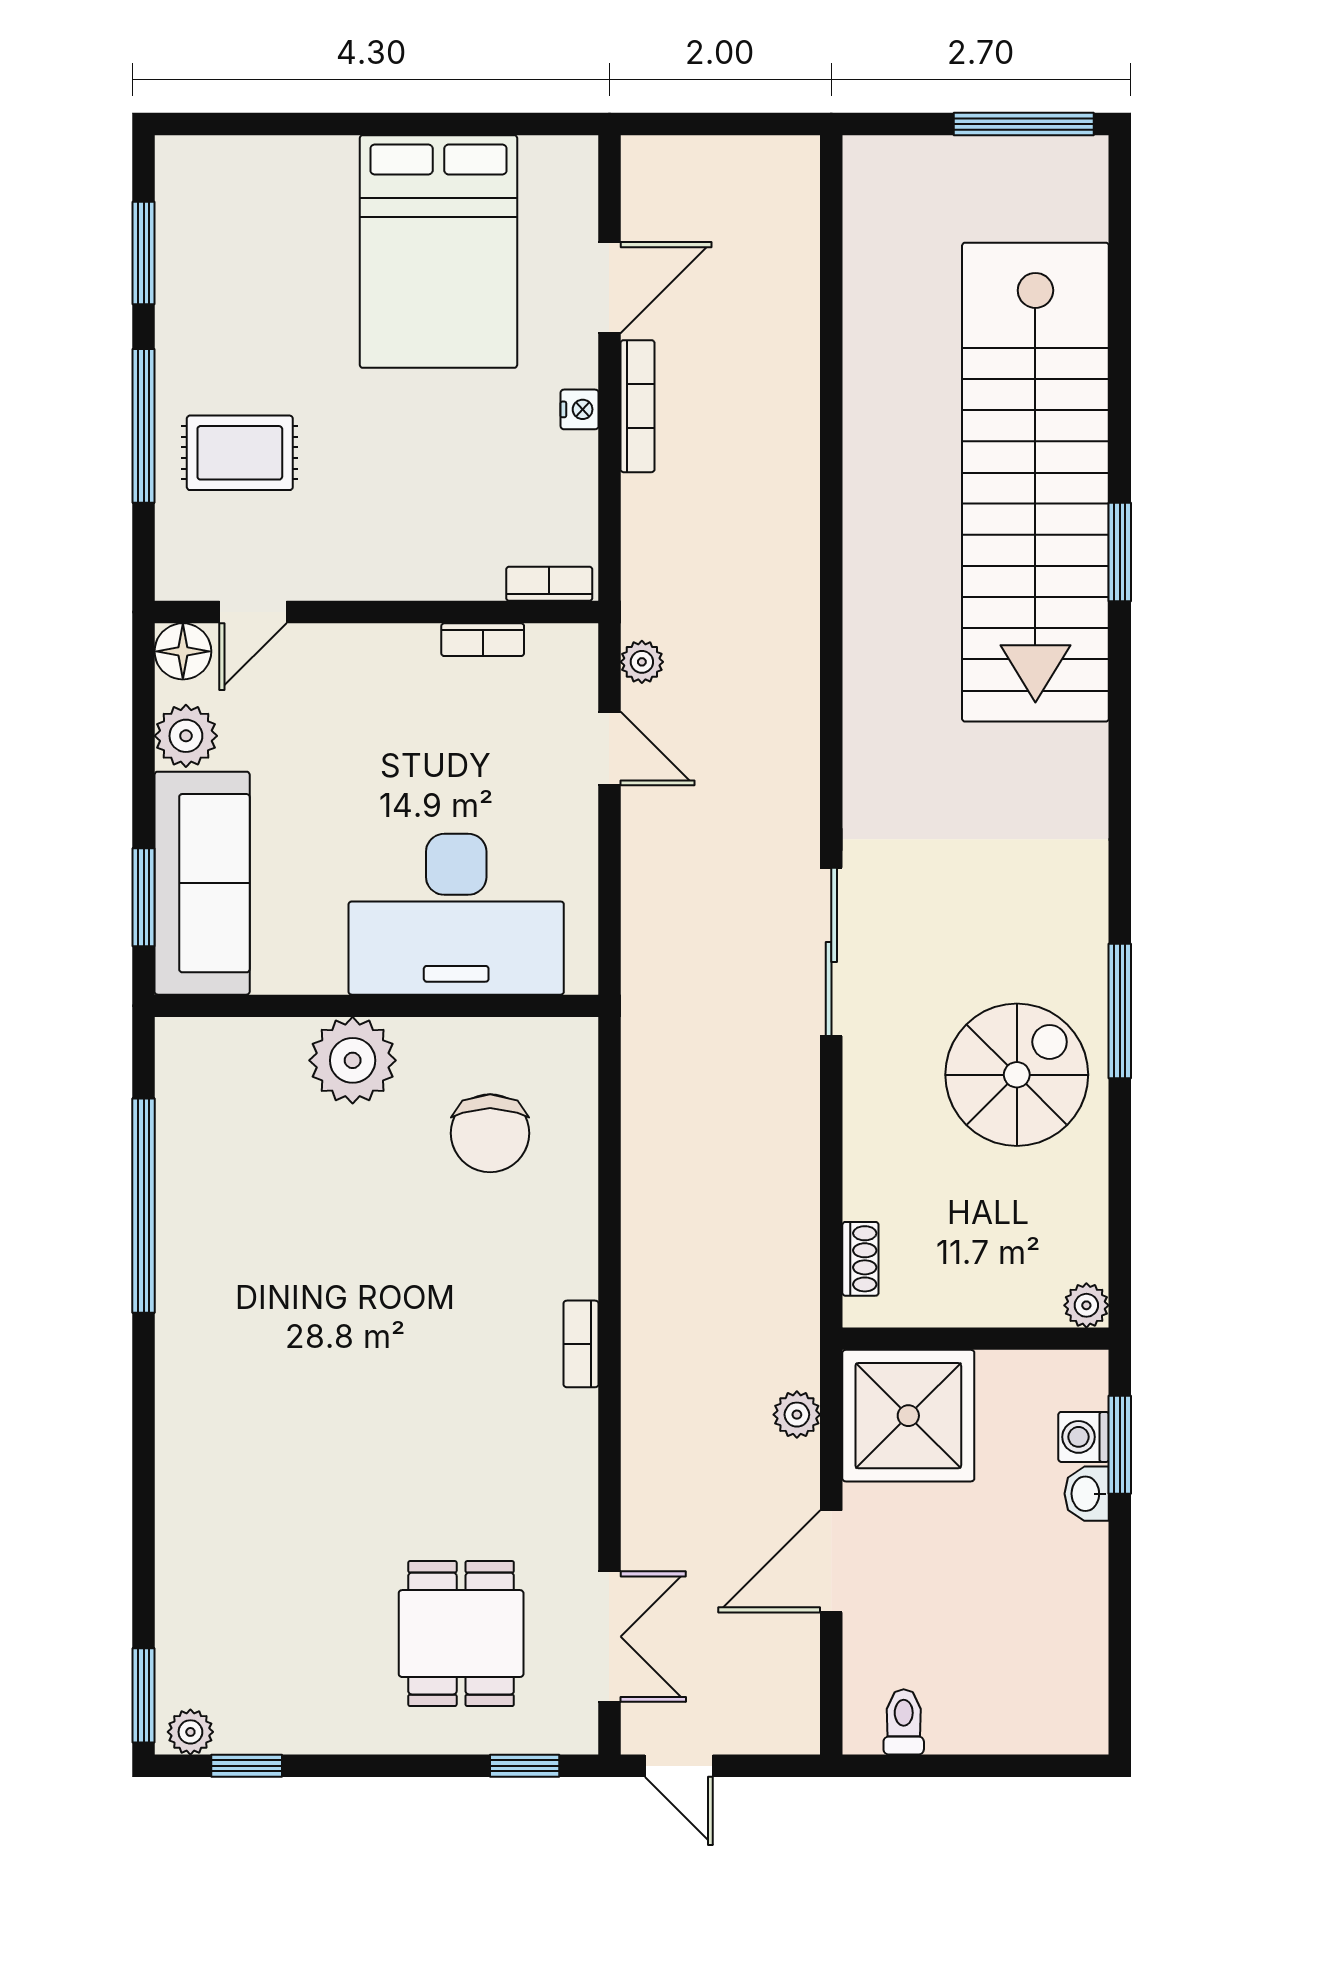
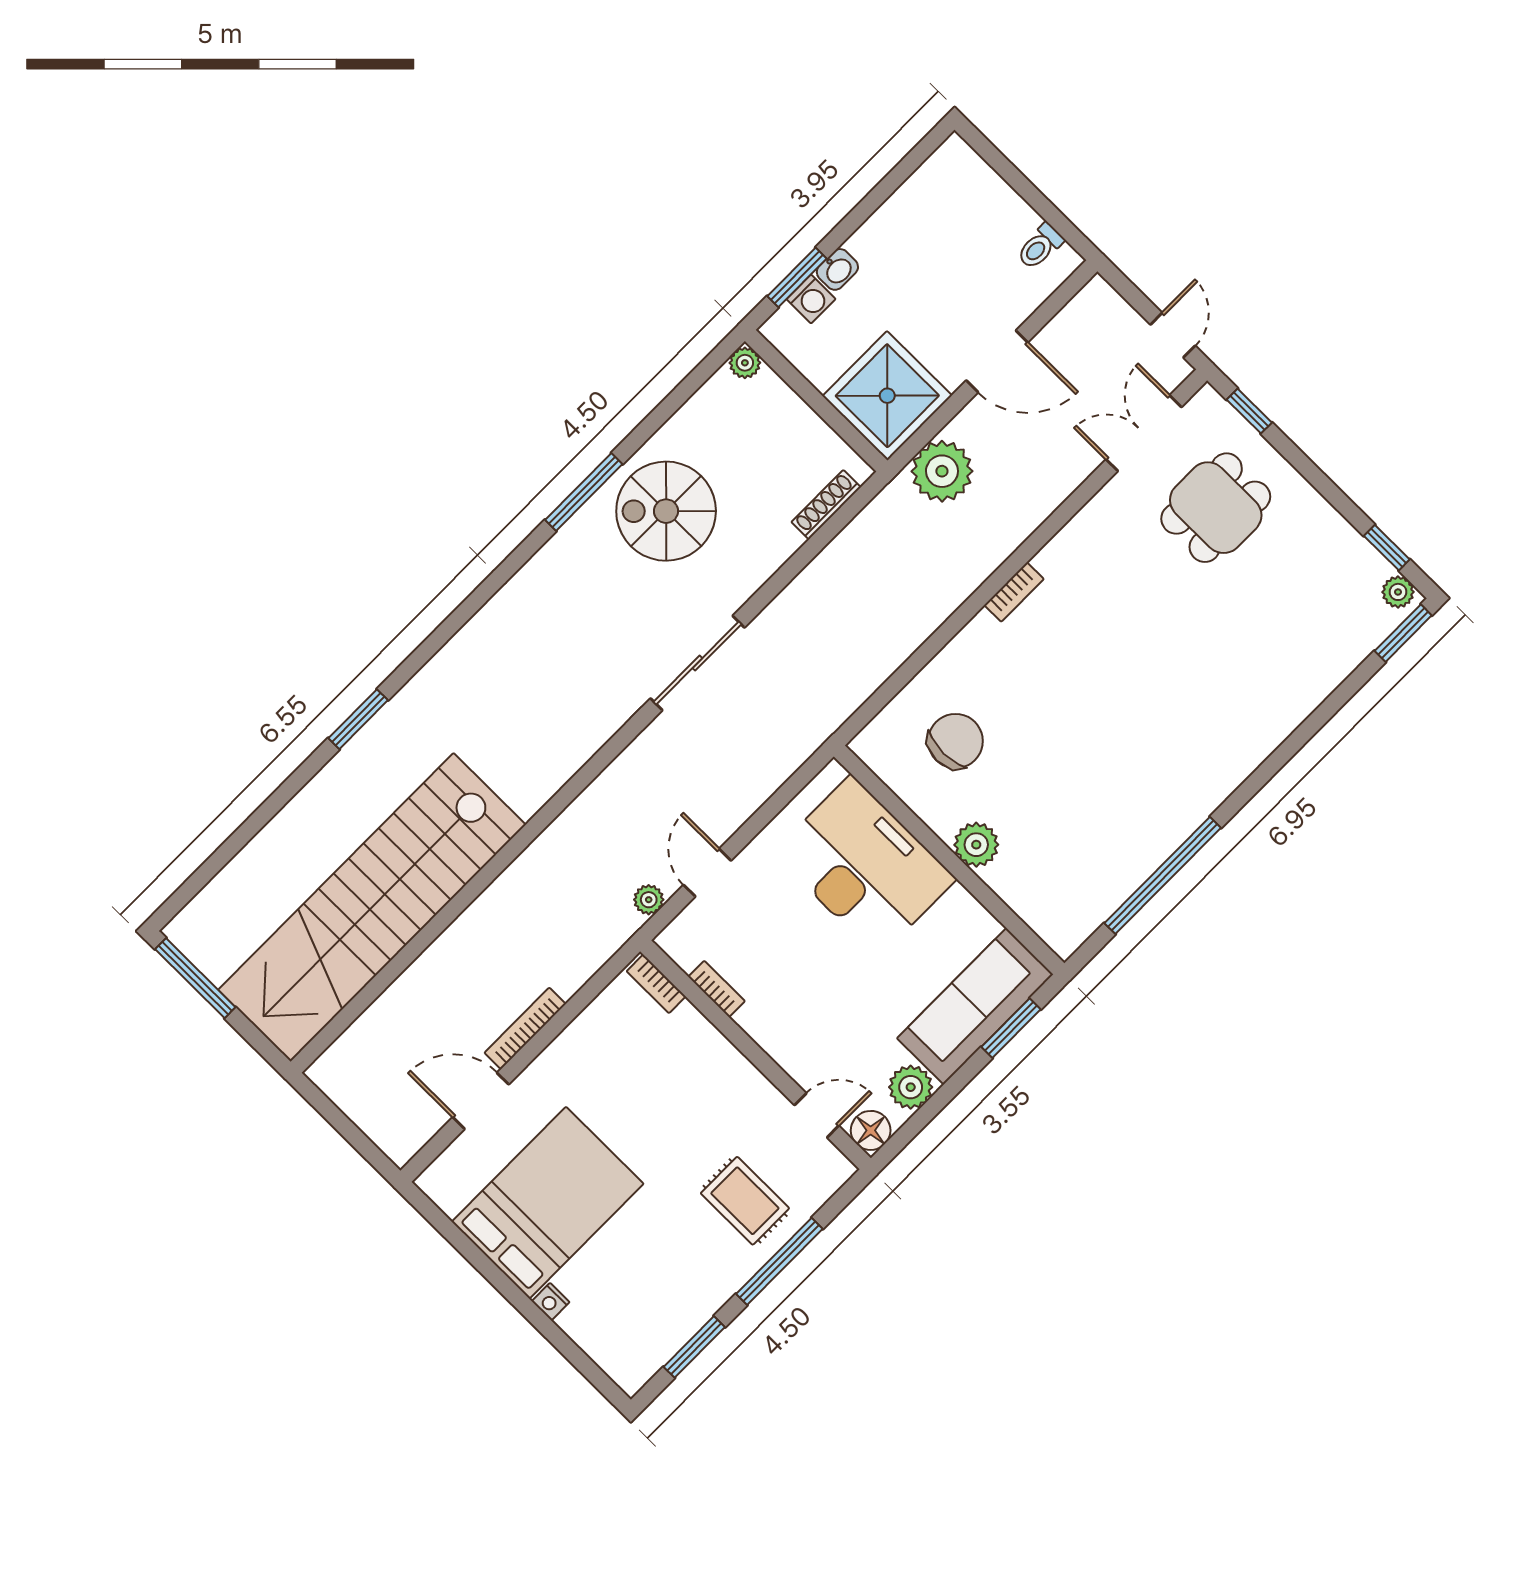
nightstand: (580, 409) -> (551, 1302), moved, turned -90
stairs: (1035, 482) -> (372, 907), moved, turned 180
plant: (353, 1060) -> (976, 845), width x0.73, depth x0.73
shoe rack: (860, 1259) -> (826, 505), width x1.43
plant: (797, 1415) -> (942, 471), width x1.87, depth x1.87

